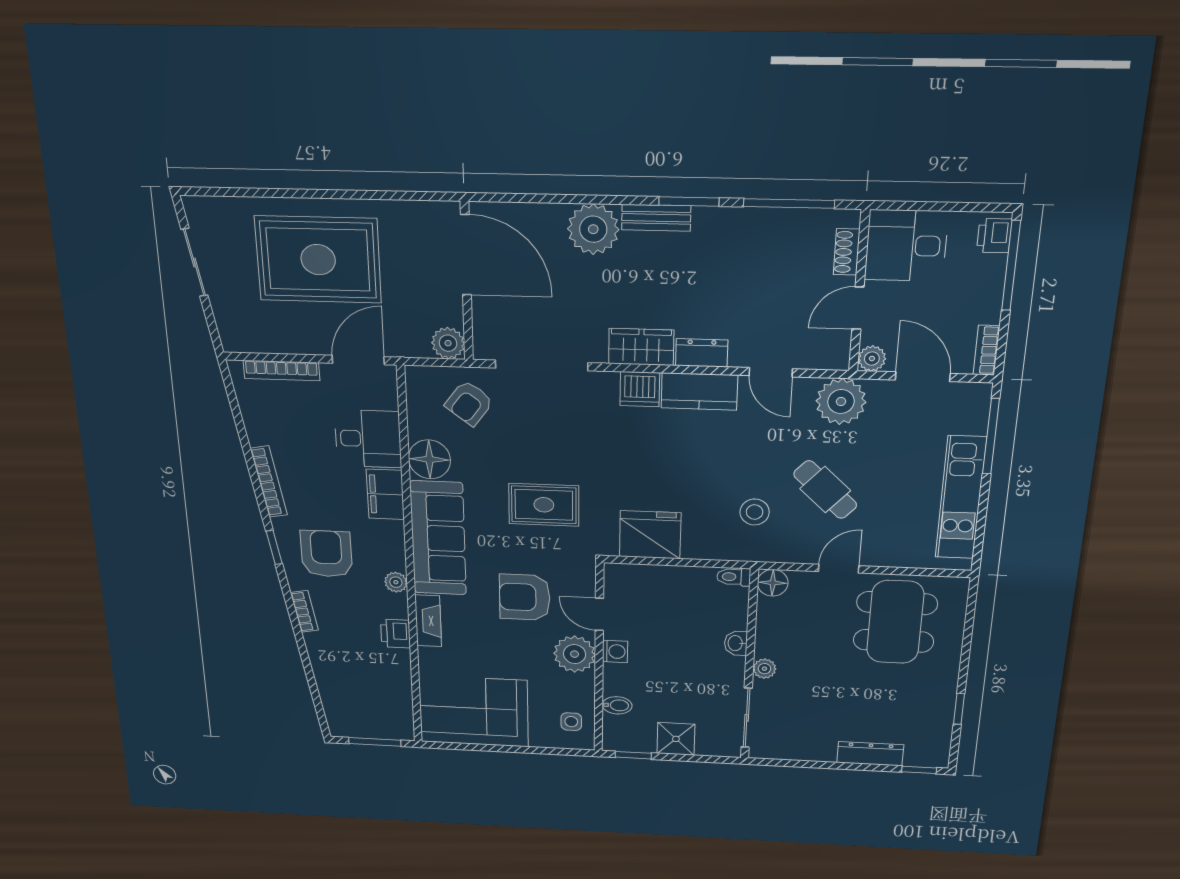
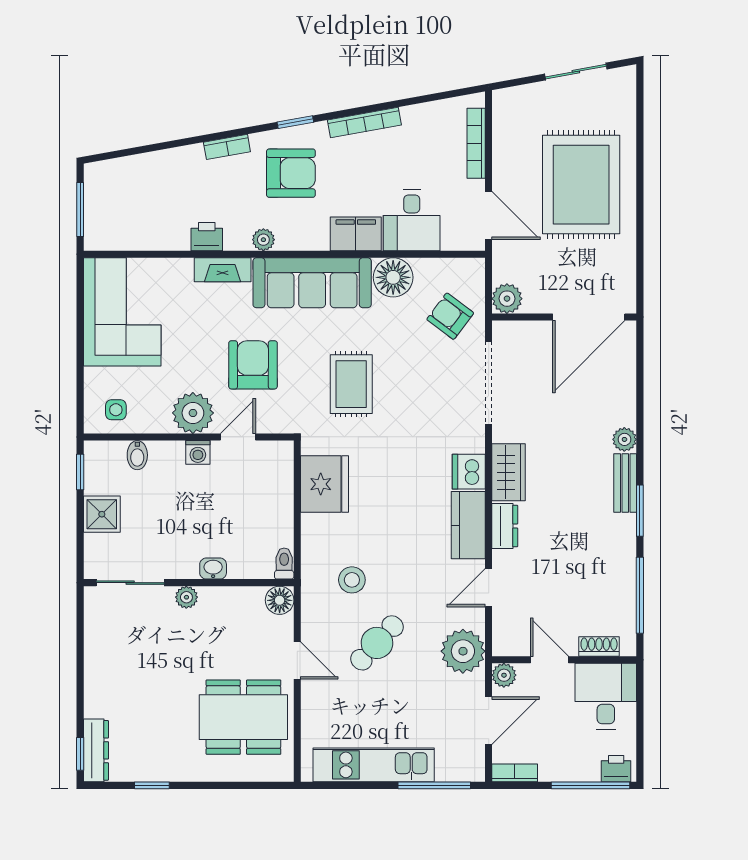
plant: (593, 229) -> (624, 439), width x0.53, depth x0.53
dresser: (870, 754) -> (96, 750), moved

